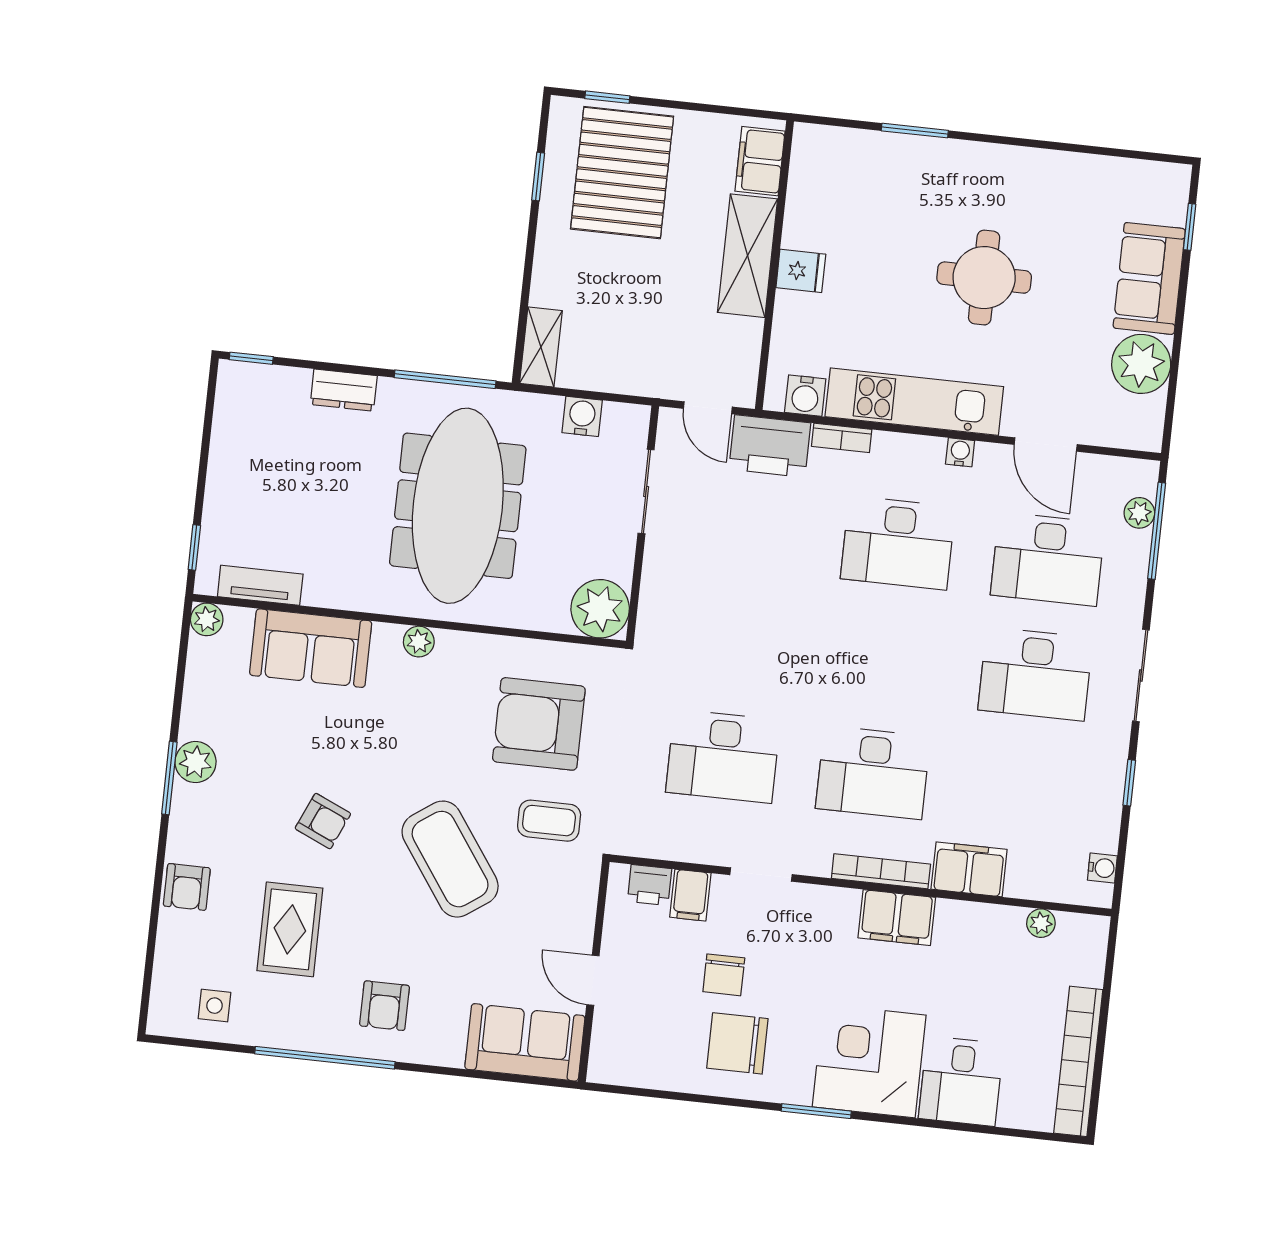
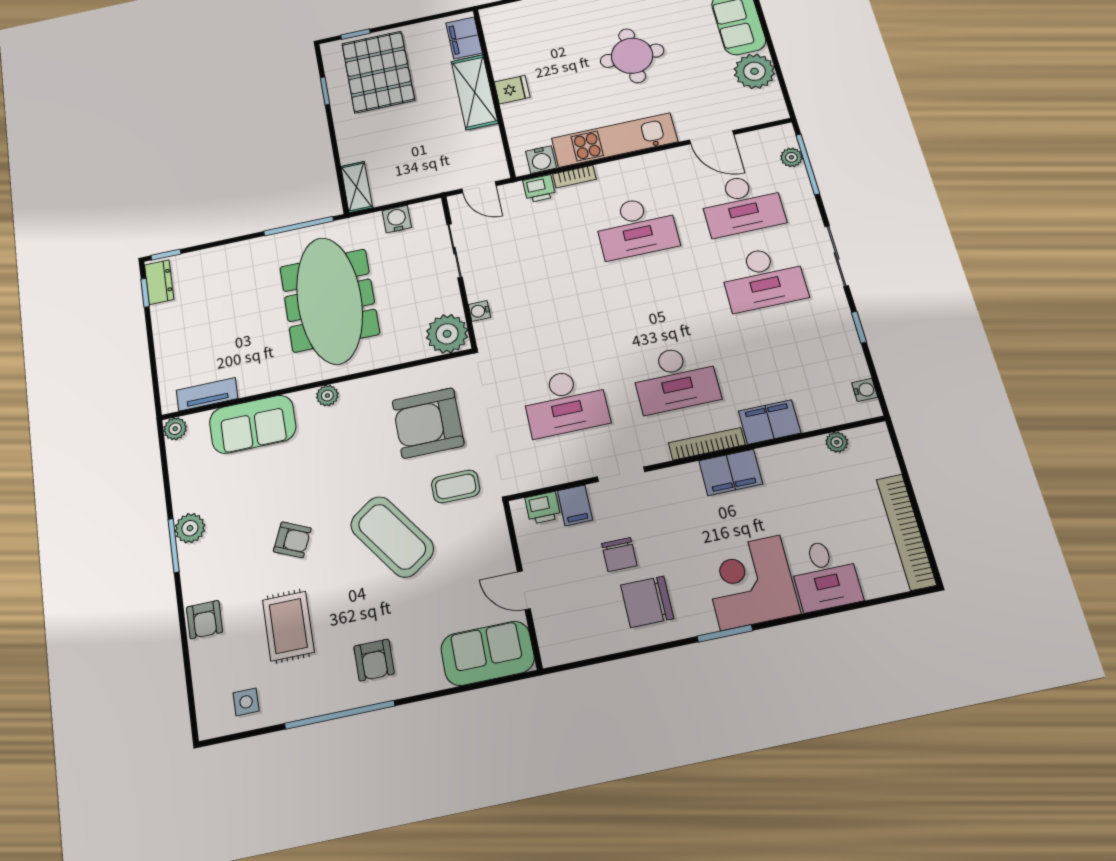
dresser: (344, 390) -> (159, 282), moved, turned -90
printer: (770, 446) -> (539, 189), width x0.53, depth x0.68
water cooler: (960, 452) -> (479, 311), moved, turned -90
window: (194, 547) -> (145, 293), moved

